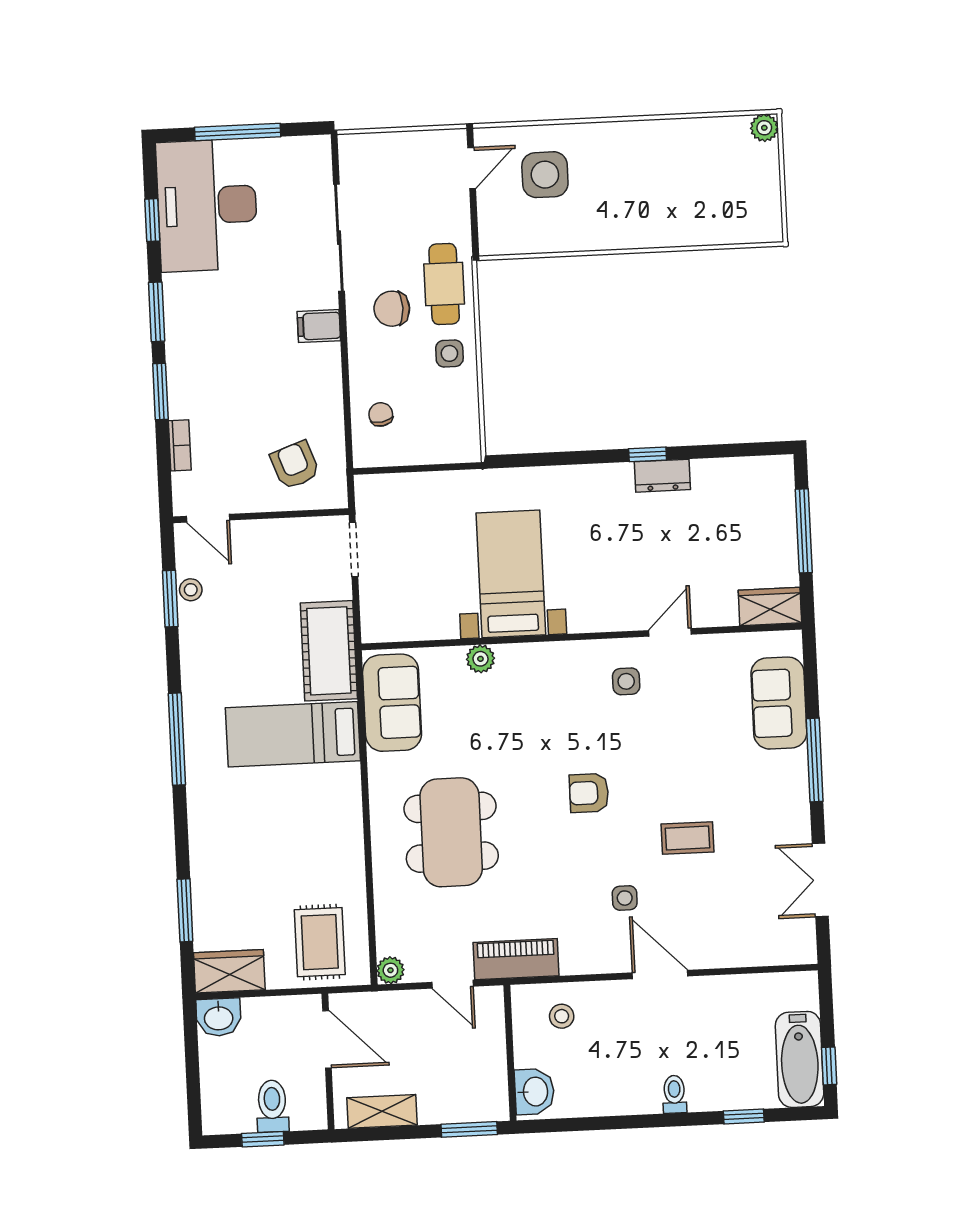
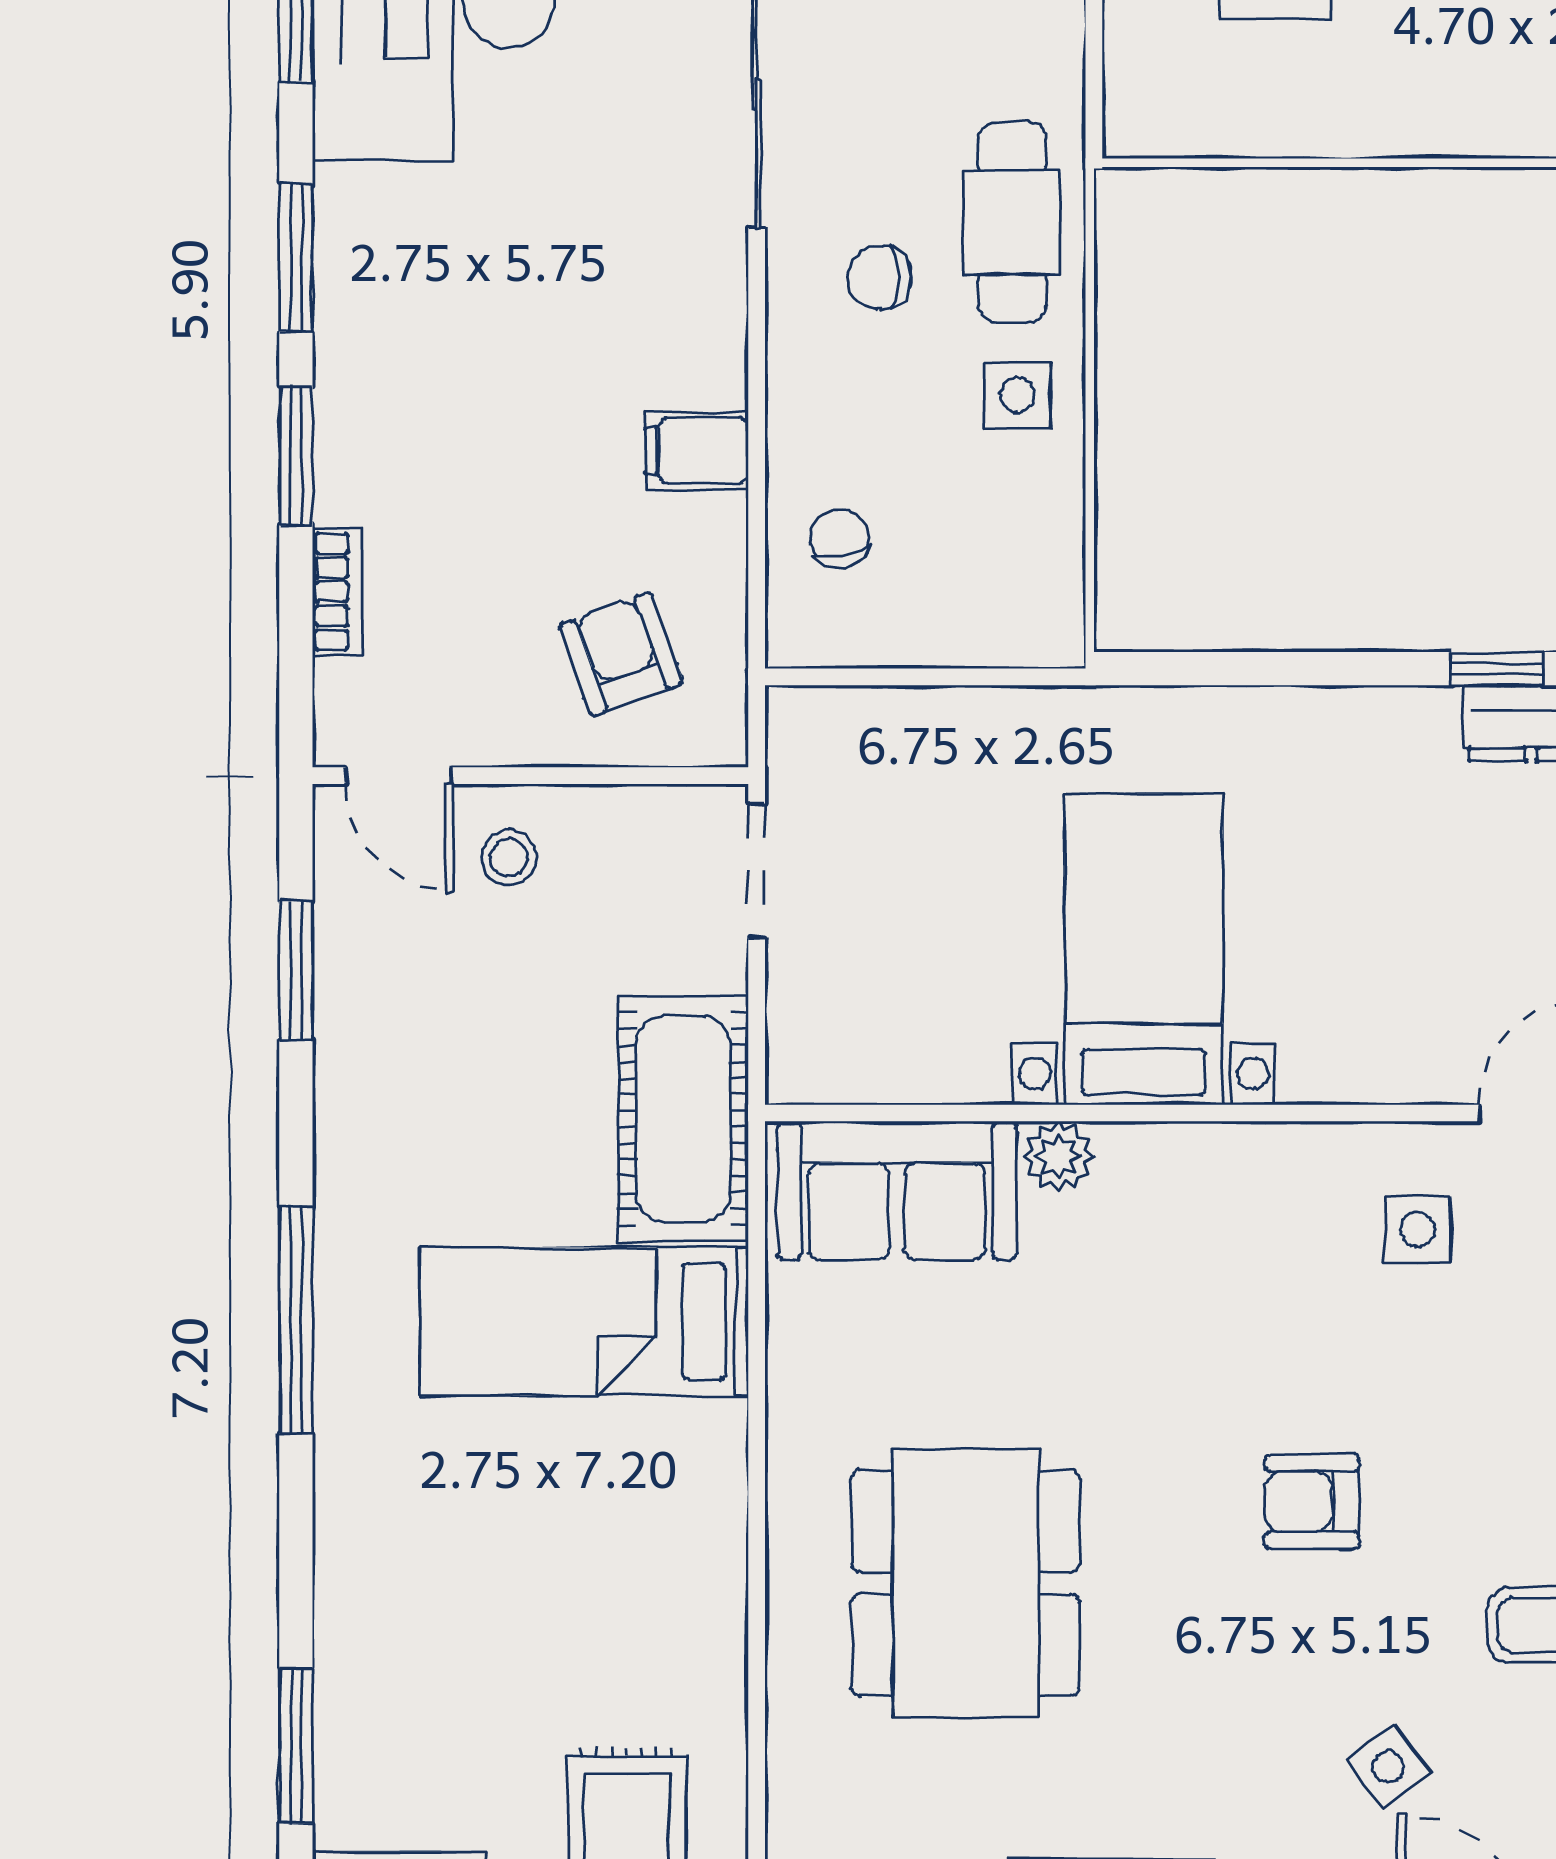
chair: (392, 309) -> (879, 277), width x0.73, depth x0.73
filing cabinet: (319, 326) -> (696, 451), moved
stool: (191, 590) -> (509, 857), moved
sofa: (392, 703) -> (897, 1191), moved, turned 90
side table: (625, 898) -> (1388, 1767), turned -37

